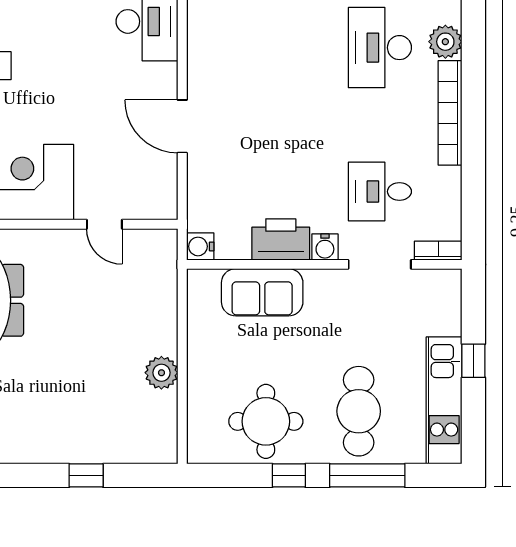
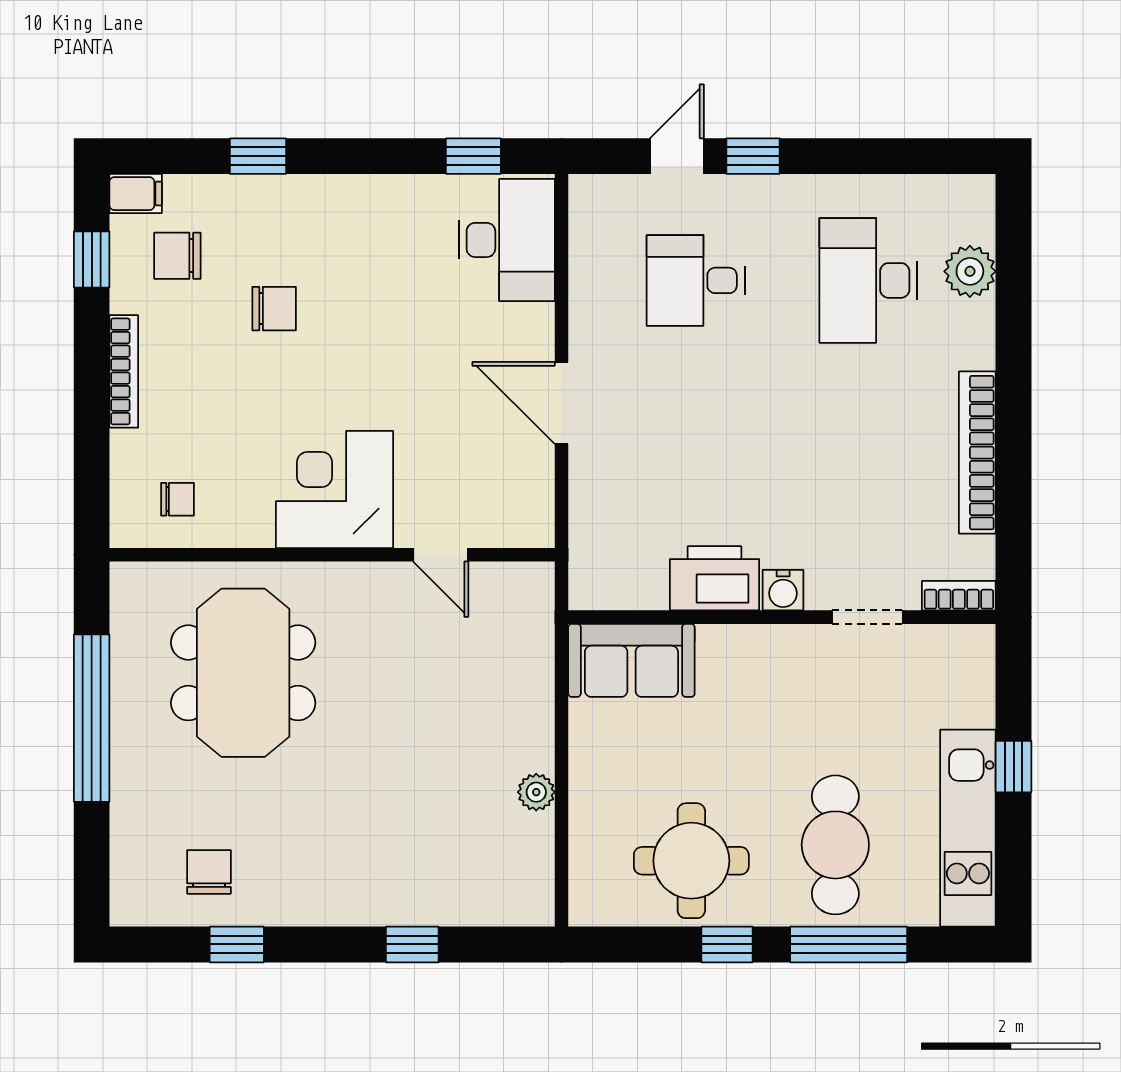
bookcase: (450, 113) -> (977, 453), moved
desk: (380, 192) -> (696, 280), moved
water cooler: (200, 246) -> (589, 589), removed
doorway: (380, 264) -> (868, 617), width x0.73
sofa: (262, 292) -> (631, 660), moved
plant: (161, 373) -> (536, 792), width x0.73, depth x0.73

